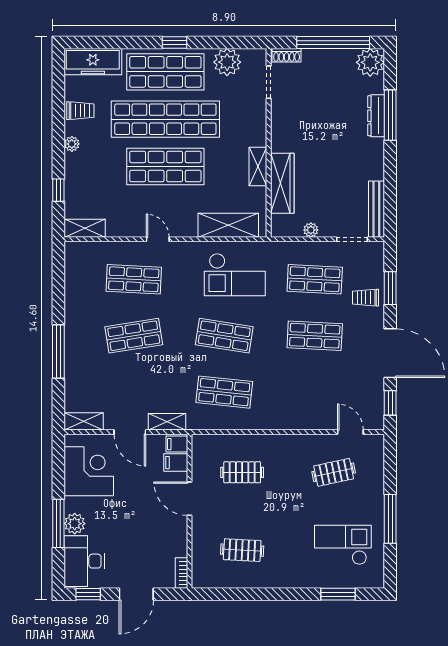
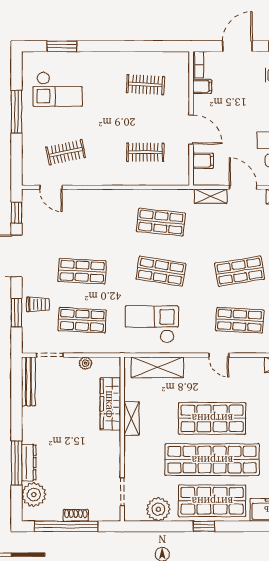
shoe rack: (287, 55) -> (76, 515), moved
plant: (370, 62) -> (34, 495), moved
filing cabinet: (177, 444) -> (202, 86), moved

